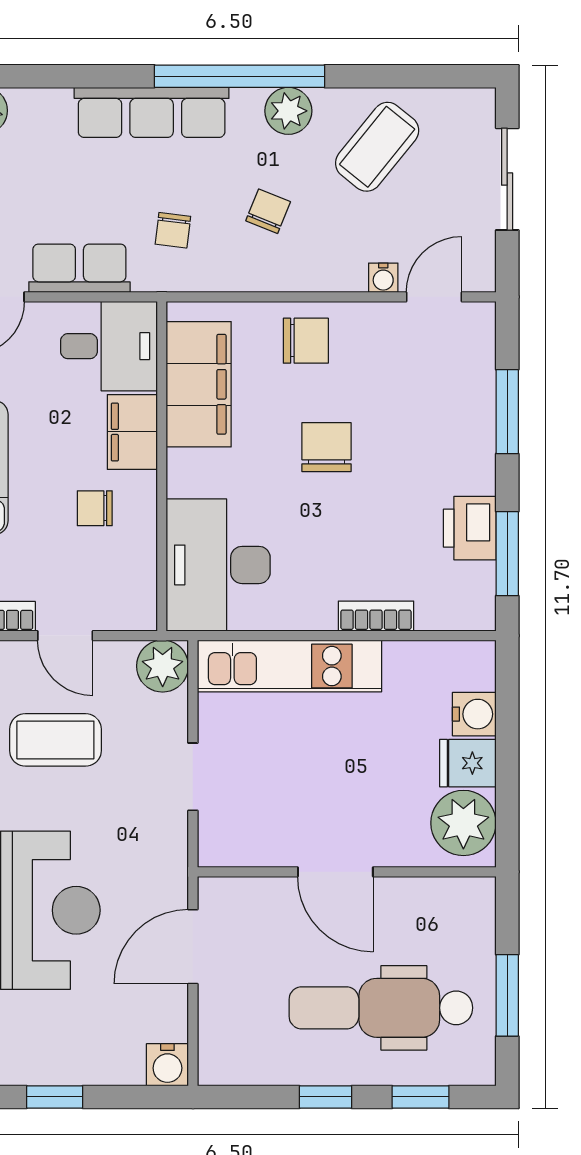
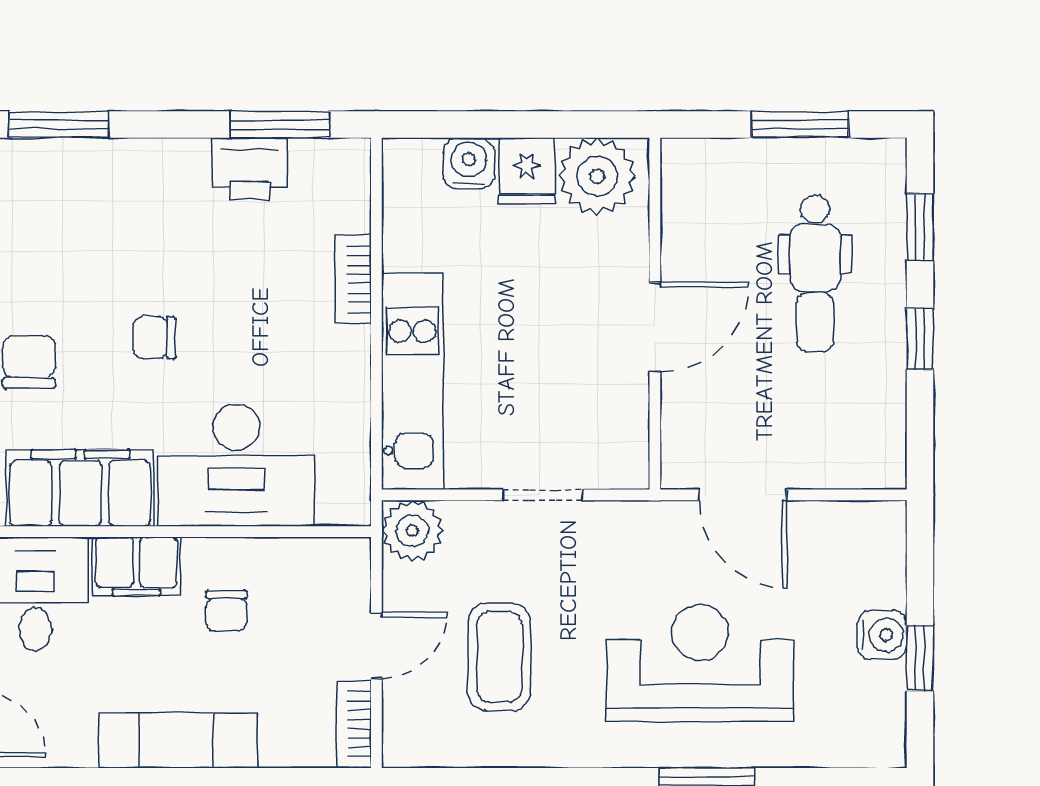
window: (507, 412) -> (59, 125), moved
chair: (327, 447) -> (154, 337), width x0.73, depth x0.73
desk: (218, 565) -> (236, 465), moved
dental chair: (381, 1008) -> (815, 273), width x0.73, depth x0.72
water cooler: (167, 1065) -> (882, 635), moved

